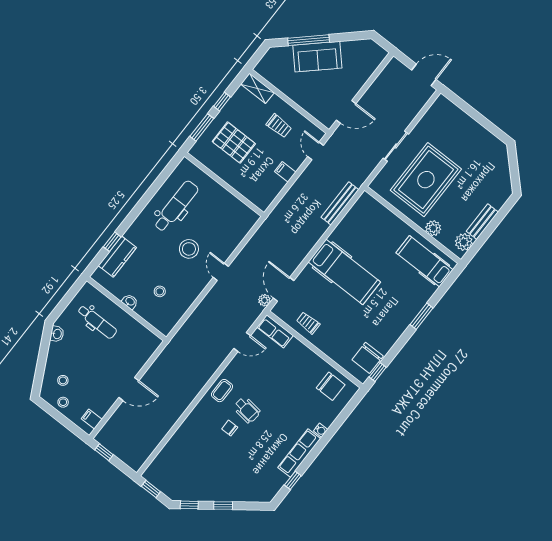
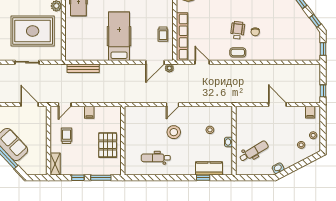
pallet: (234, 143) -> (108, 145), moved
dental chair: (176, 206) -> (156, 158), width x0.73, depth x0.72
dental chair: (97, 322) -> (254, 151), turned 59
row of seats: (275, 331) -> (182, 37), width x2.02

